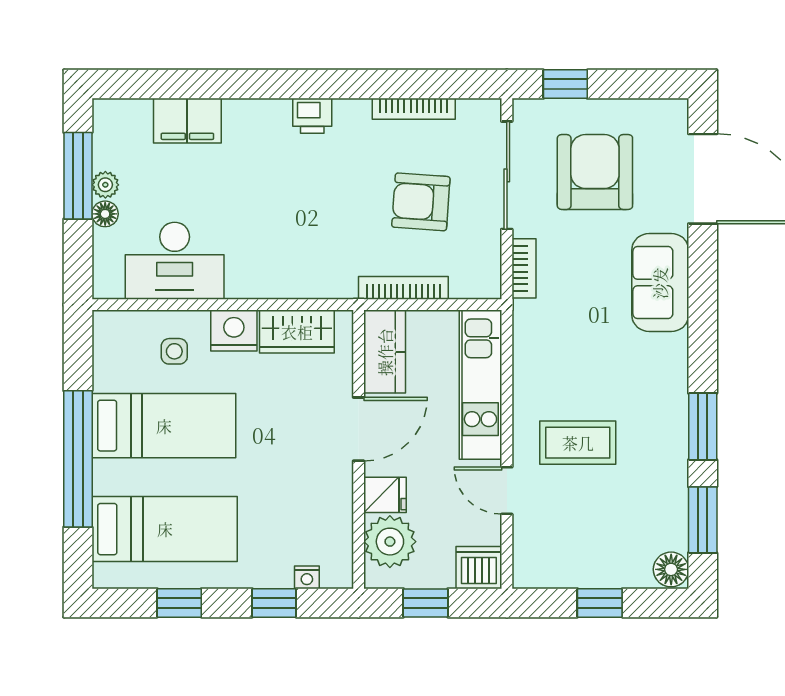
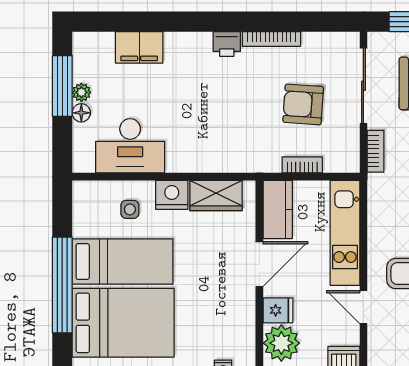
bookcase: (414, 109) -> (271, 39), moved
bookcase: (403, 288) -> (302, 165), width x0.64
bed: (165, 529) -> (123, 323), width x1.50

